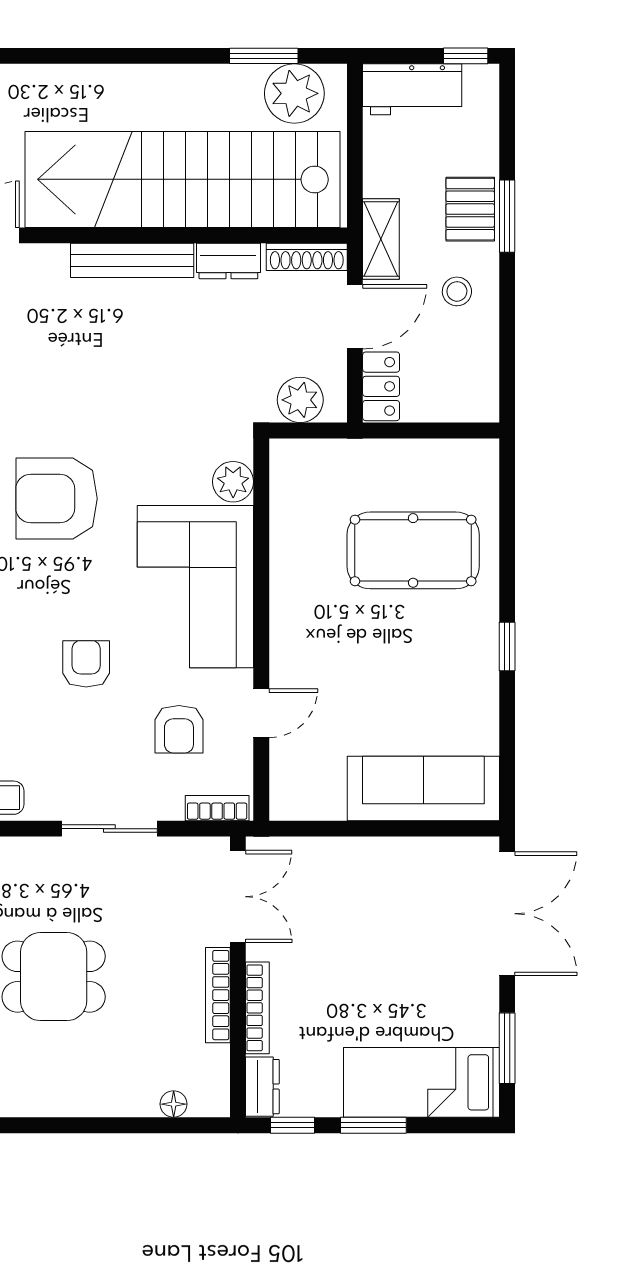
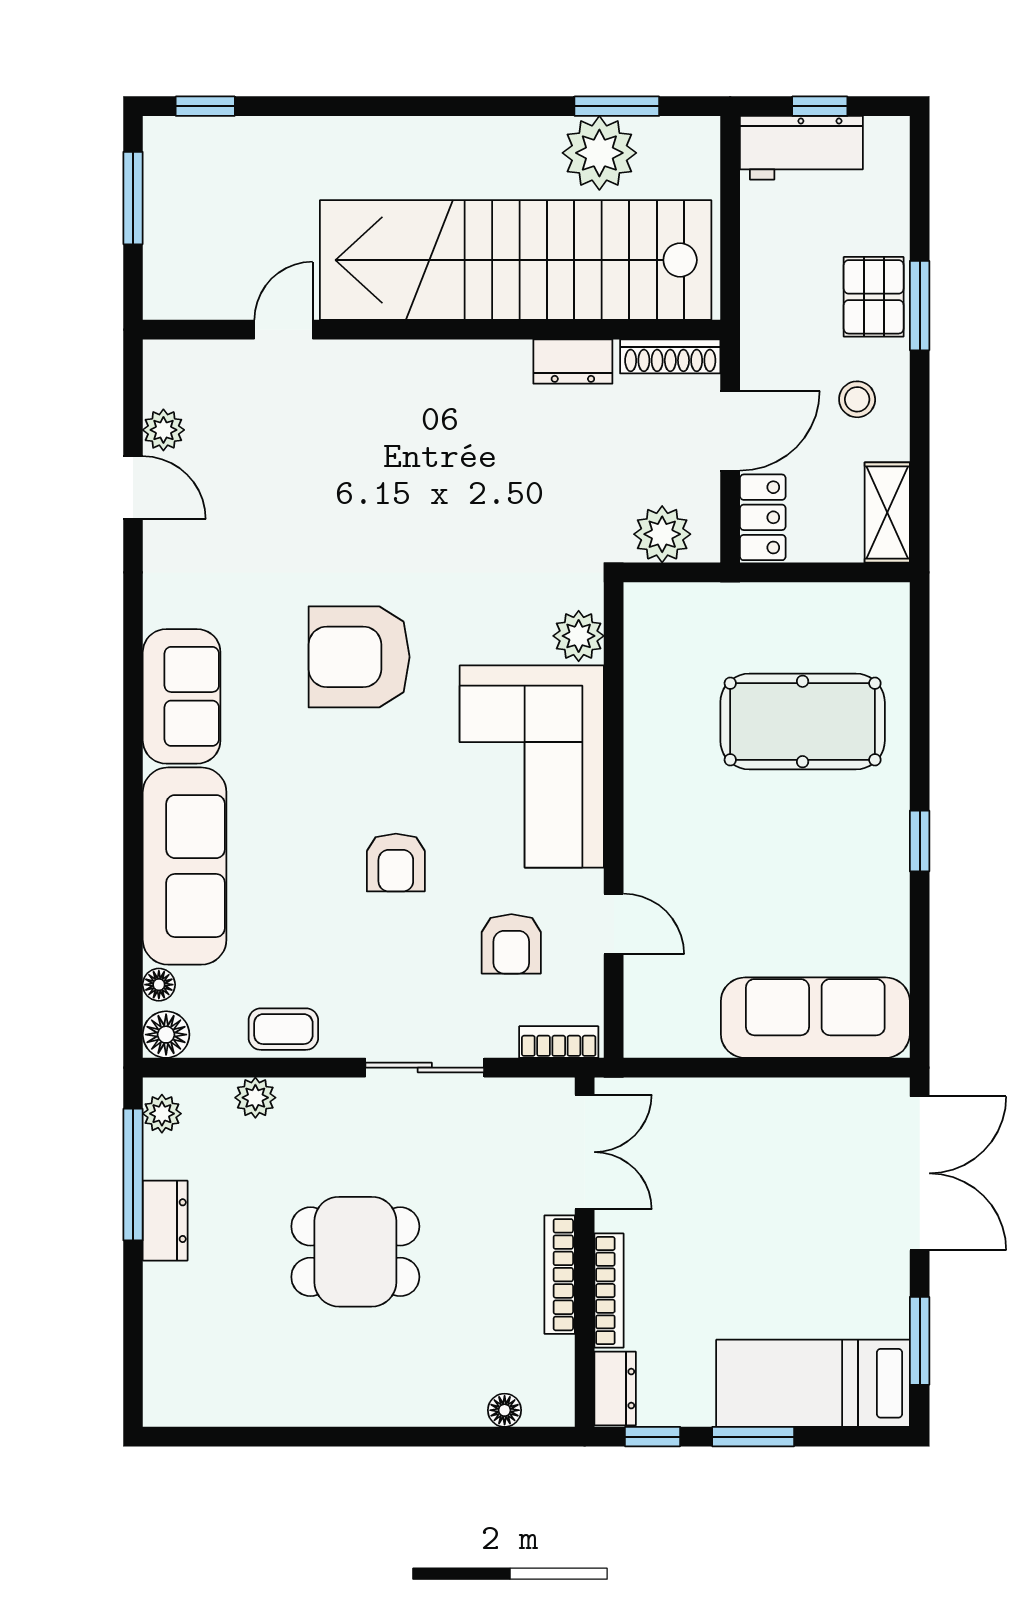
window: (466, 56) -> (820, 106), moved
plant: (294, 93) -> (599, 153), moved
shelving: (381, 239) -> (887, 512), moved
bench: (132, 260) -> (453, 361), removed
armchair: (86, 664) -> (396, 863), turned 180
door: (261, 713) -> (614, 924), hinge flipped

